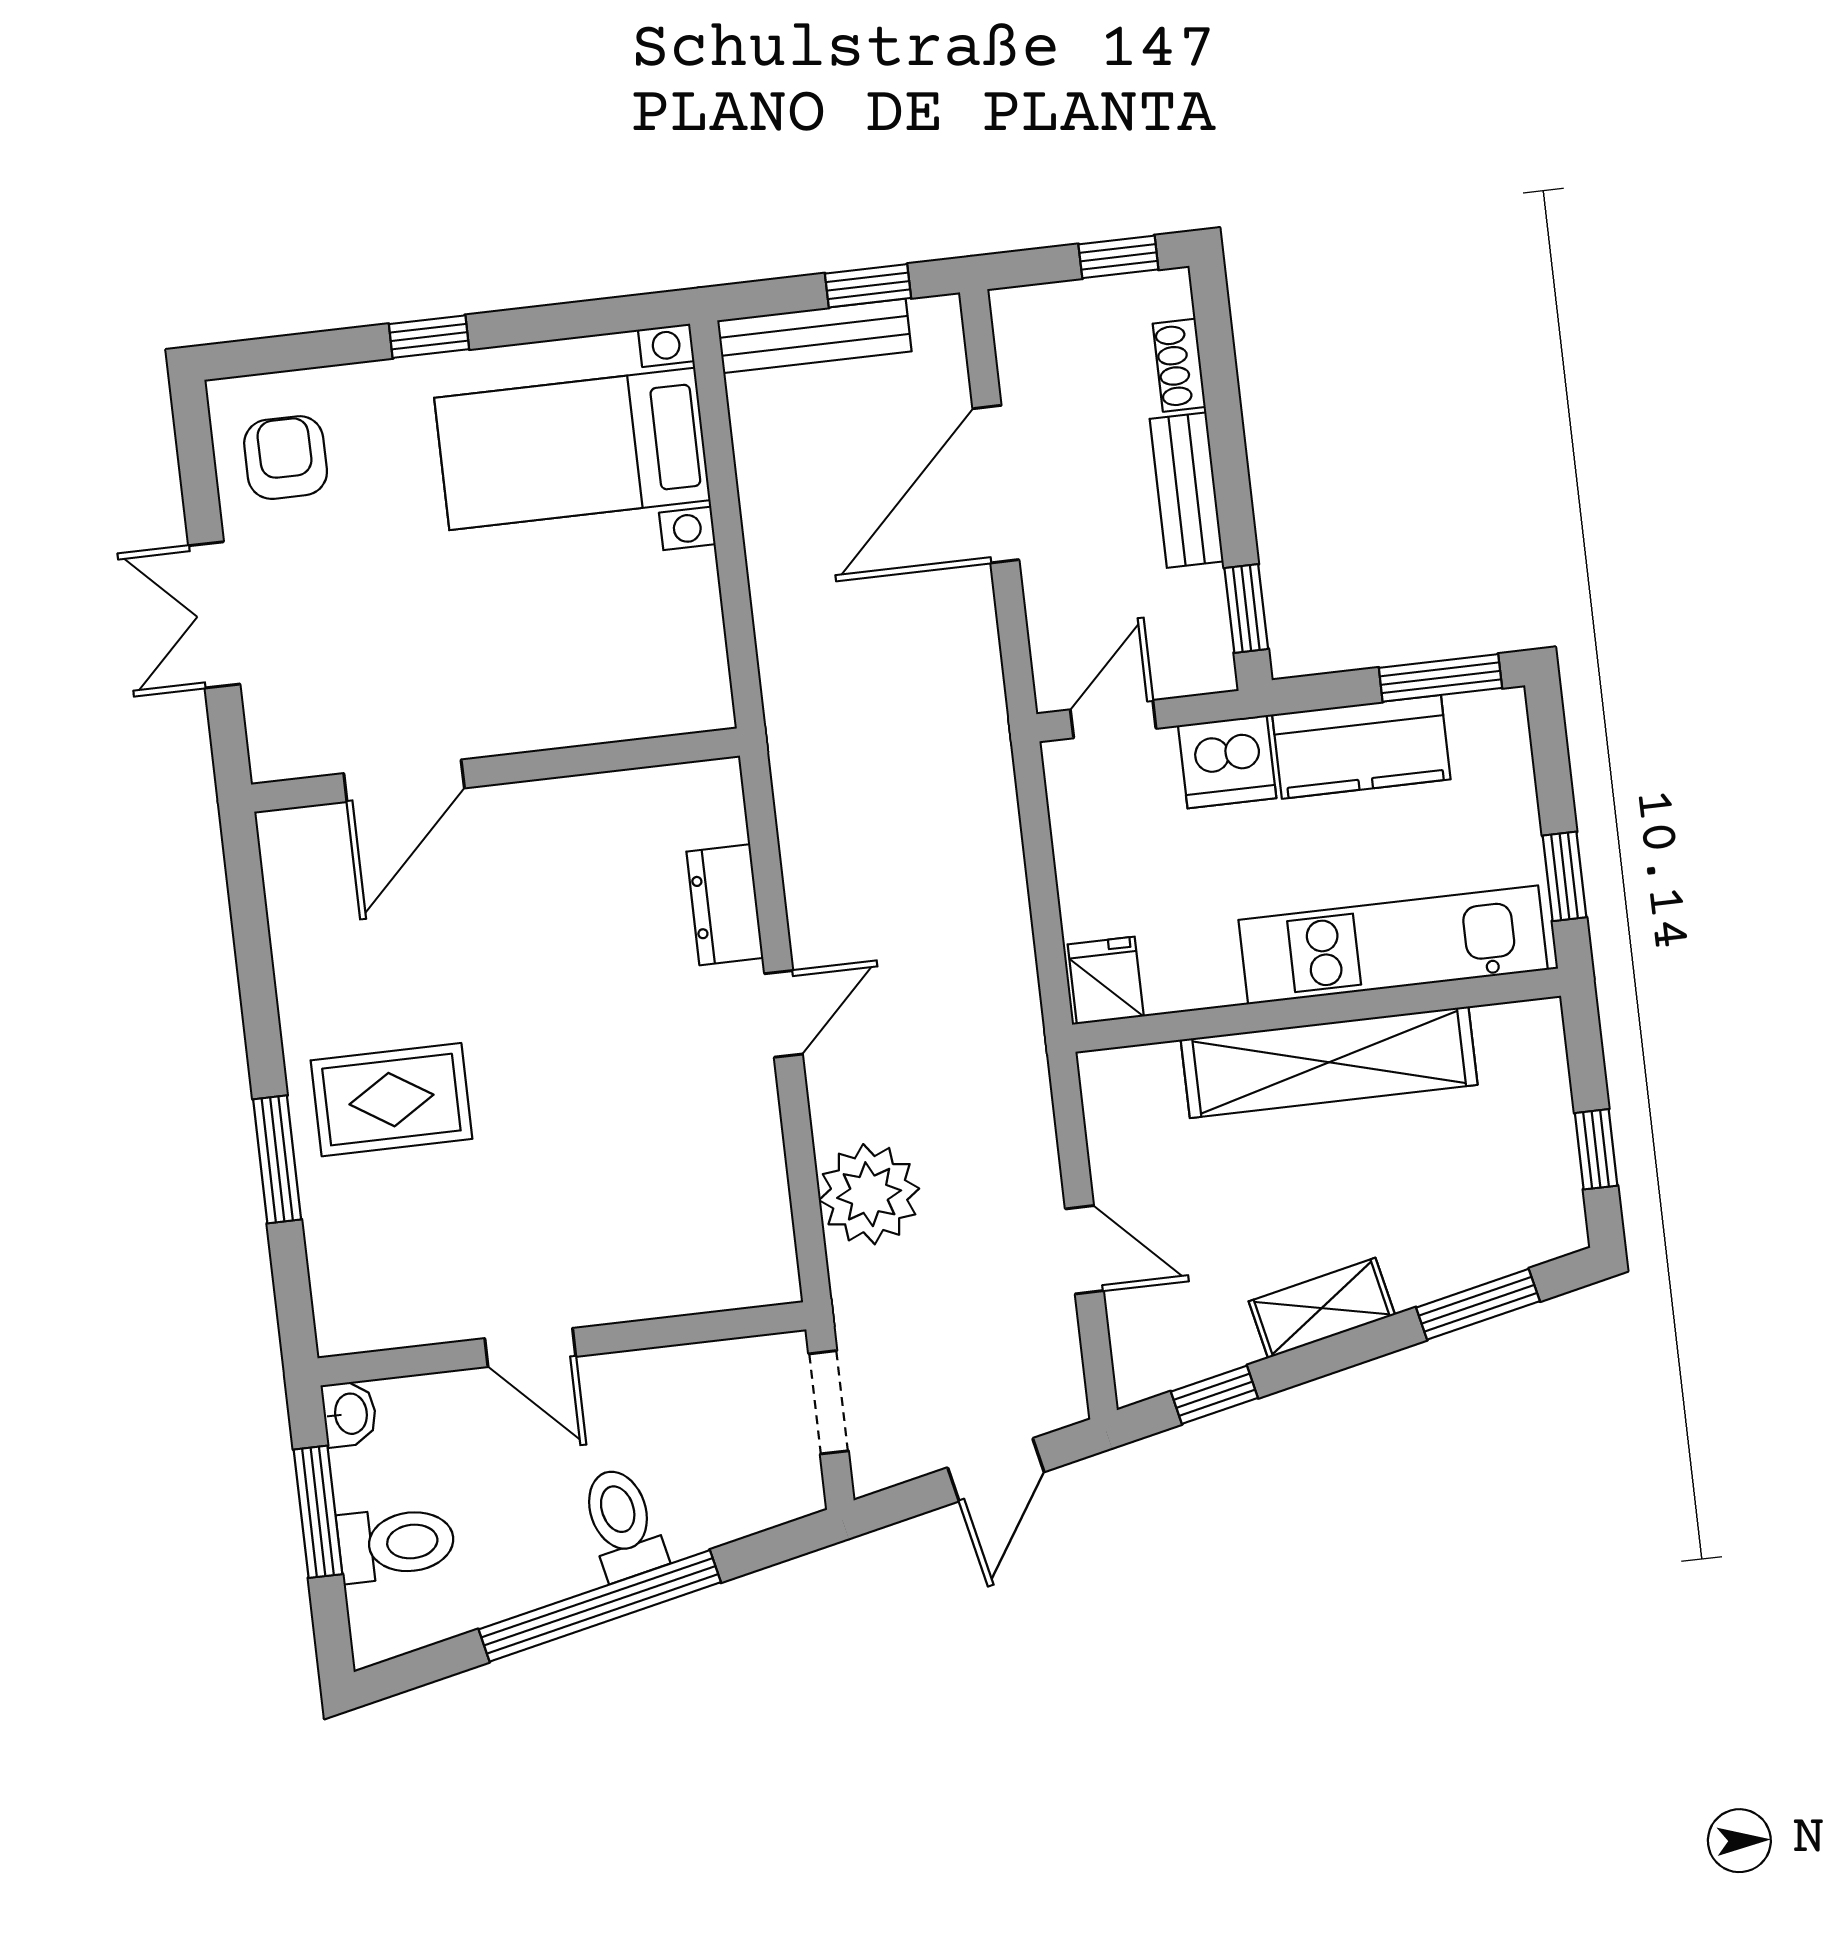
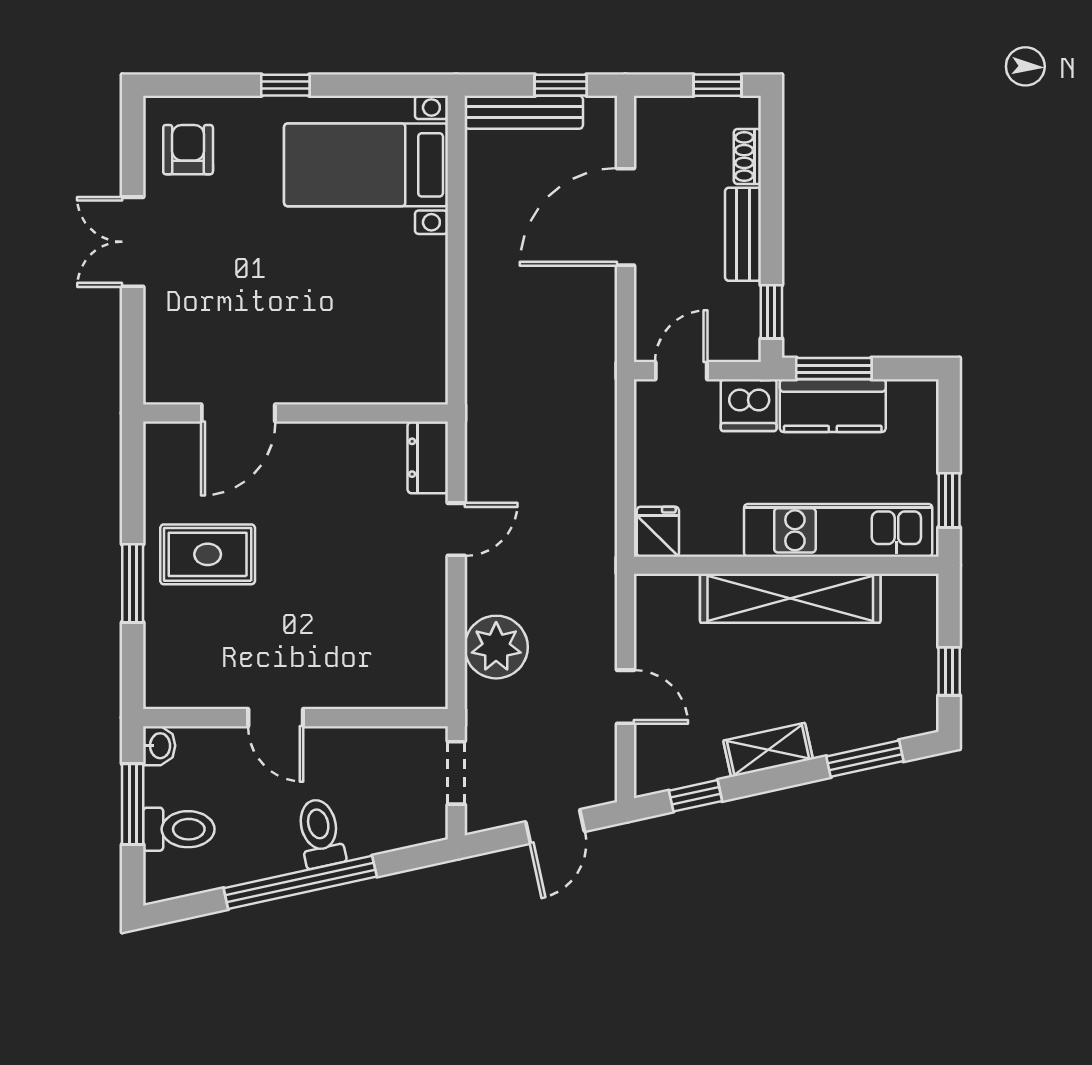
window: (1440, 678) -> (834, 369), moved
wall: (495, 770) -> (295, 413), moved
door: (404, 781) -> (238, 413), moved

